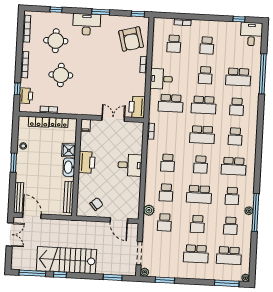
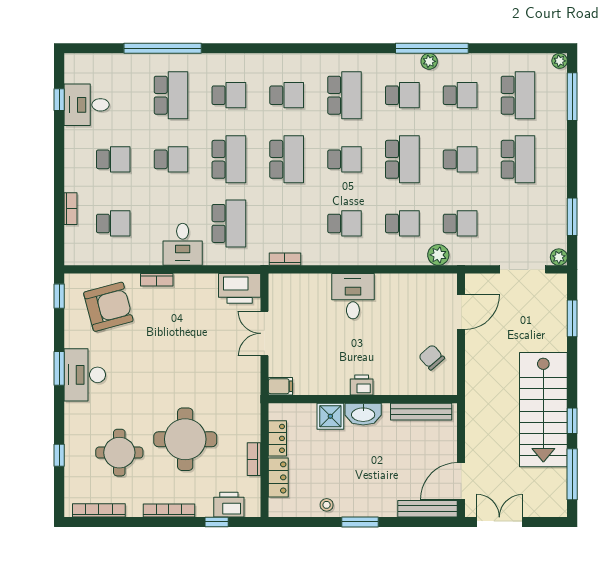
desk: (87, 24) -> (85, 375), moved
desk: (251, 34) -> (87, 105), moved
round table: (61, 75) -> (185, 439), width x1.36, depth x1.36
printer: (87, 162) -> (362, 385), width x0.53, depth x0.68

